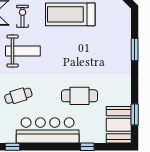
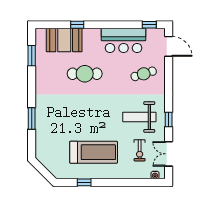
booth: (119, 125) -> (64, 40), moved, turned 90
bar counter: (48, 130) -> (124, 40), width x0.73

